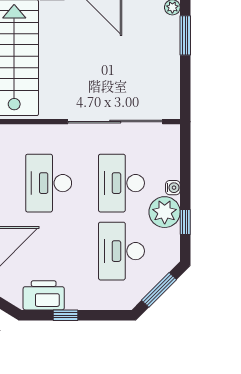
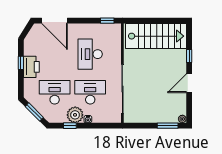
desk: (49, 183) -> (90, 54), turned -90
printer: (44, 295) -> (31, 67), moved

